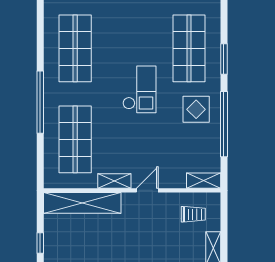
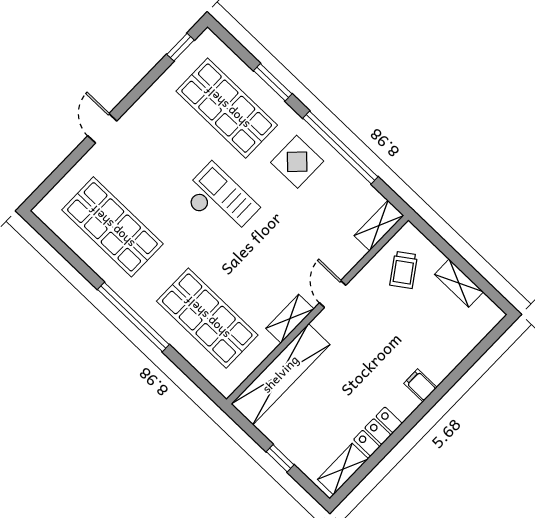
trolley: (193, 214) -> (404, 270), turned 145

